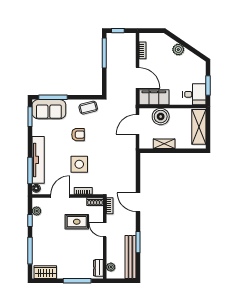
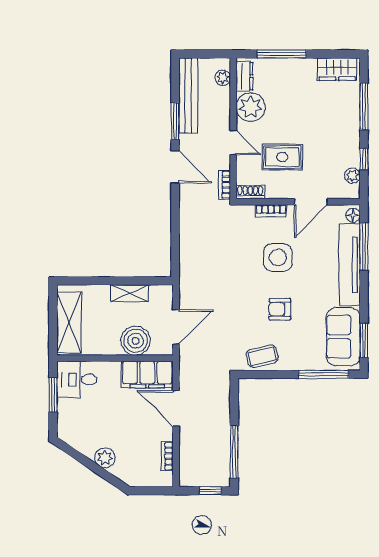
sofa: (49, 109) -> (343, 337), moved, turned -90
door: (138, 202) -> (175, 167), moved
plant: (95, 250) -> (251, 107), added

